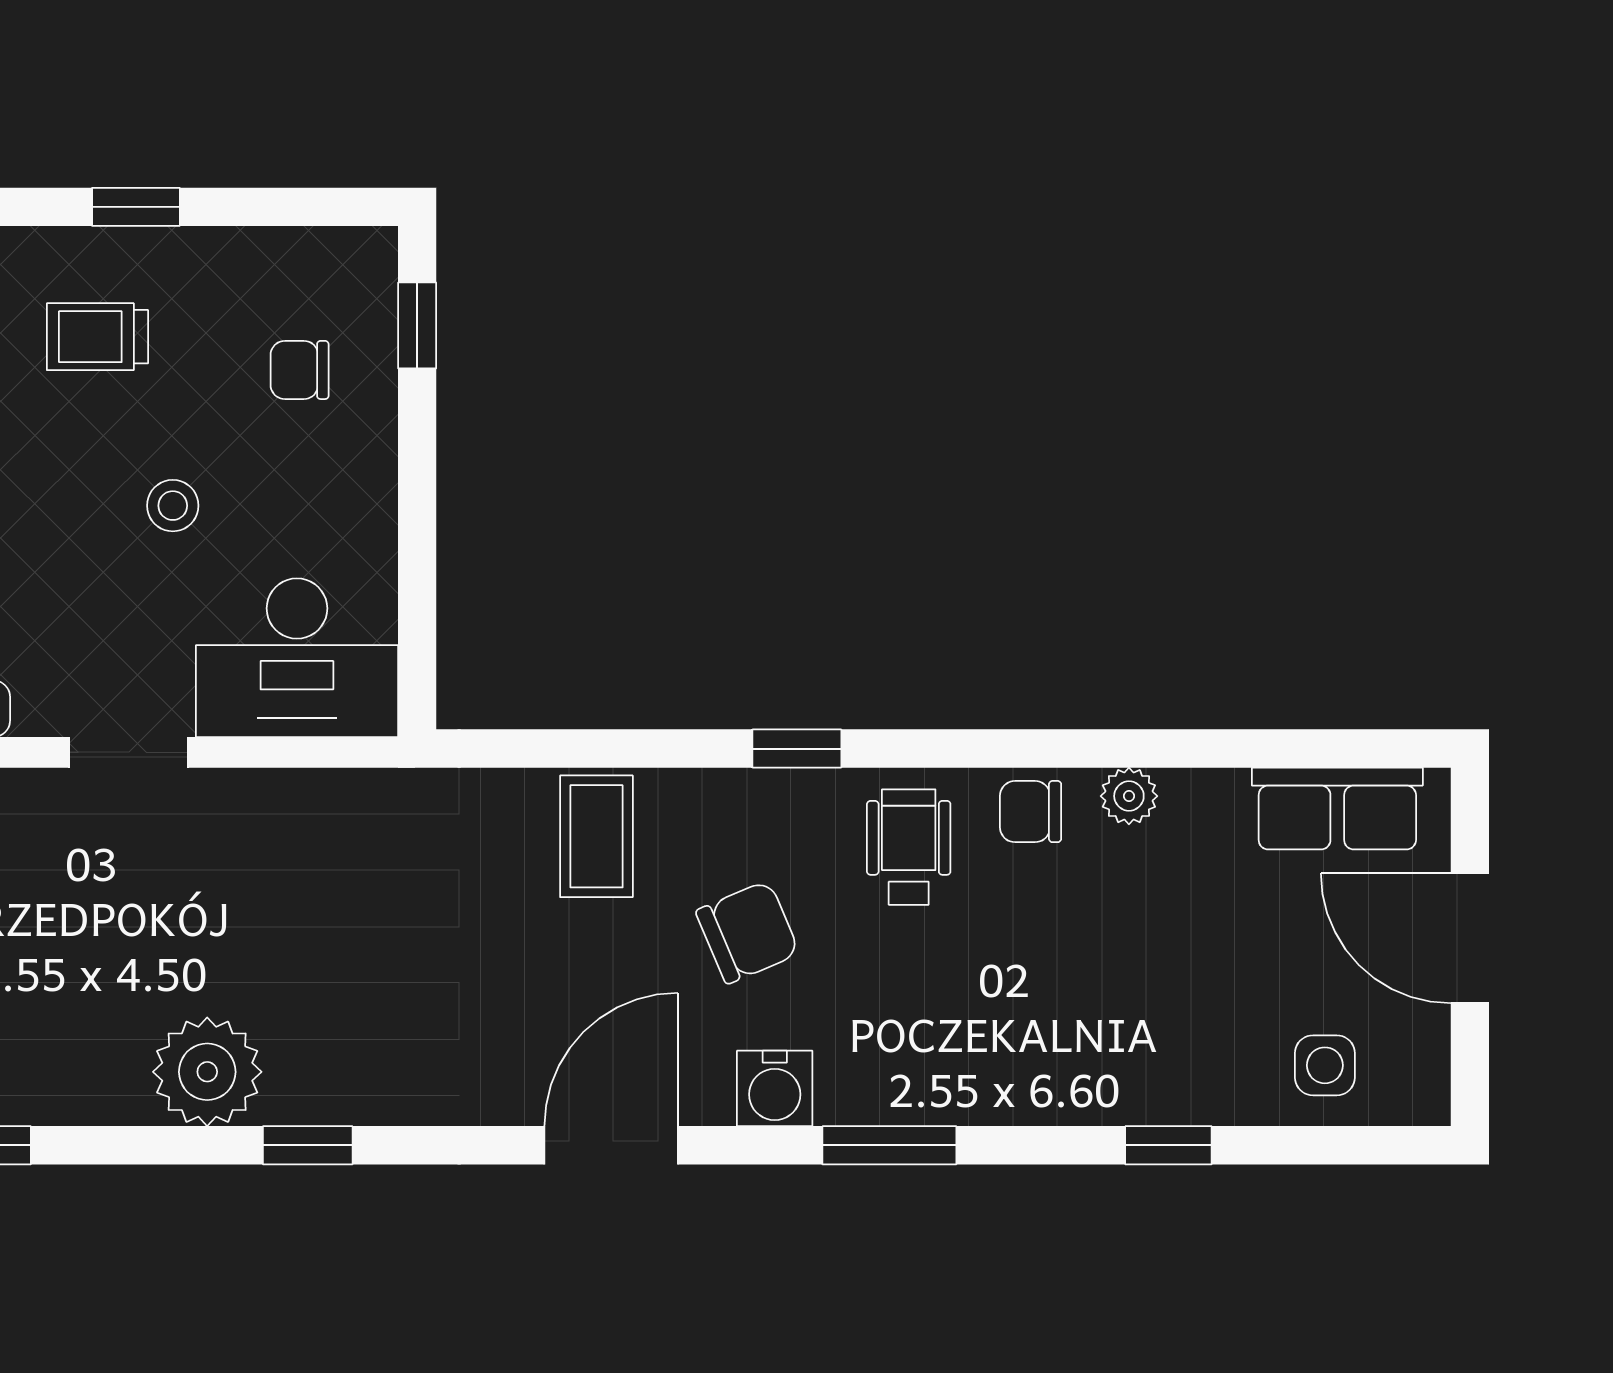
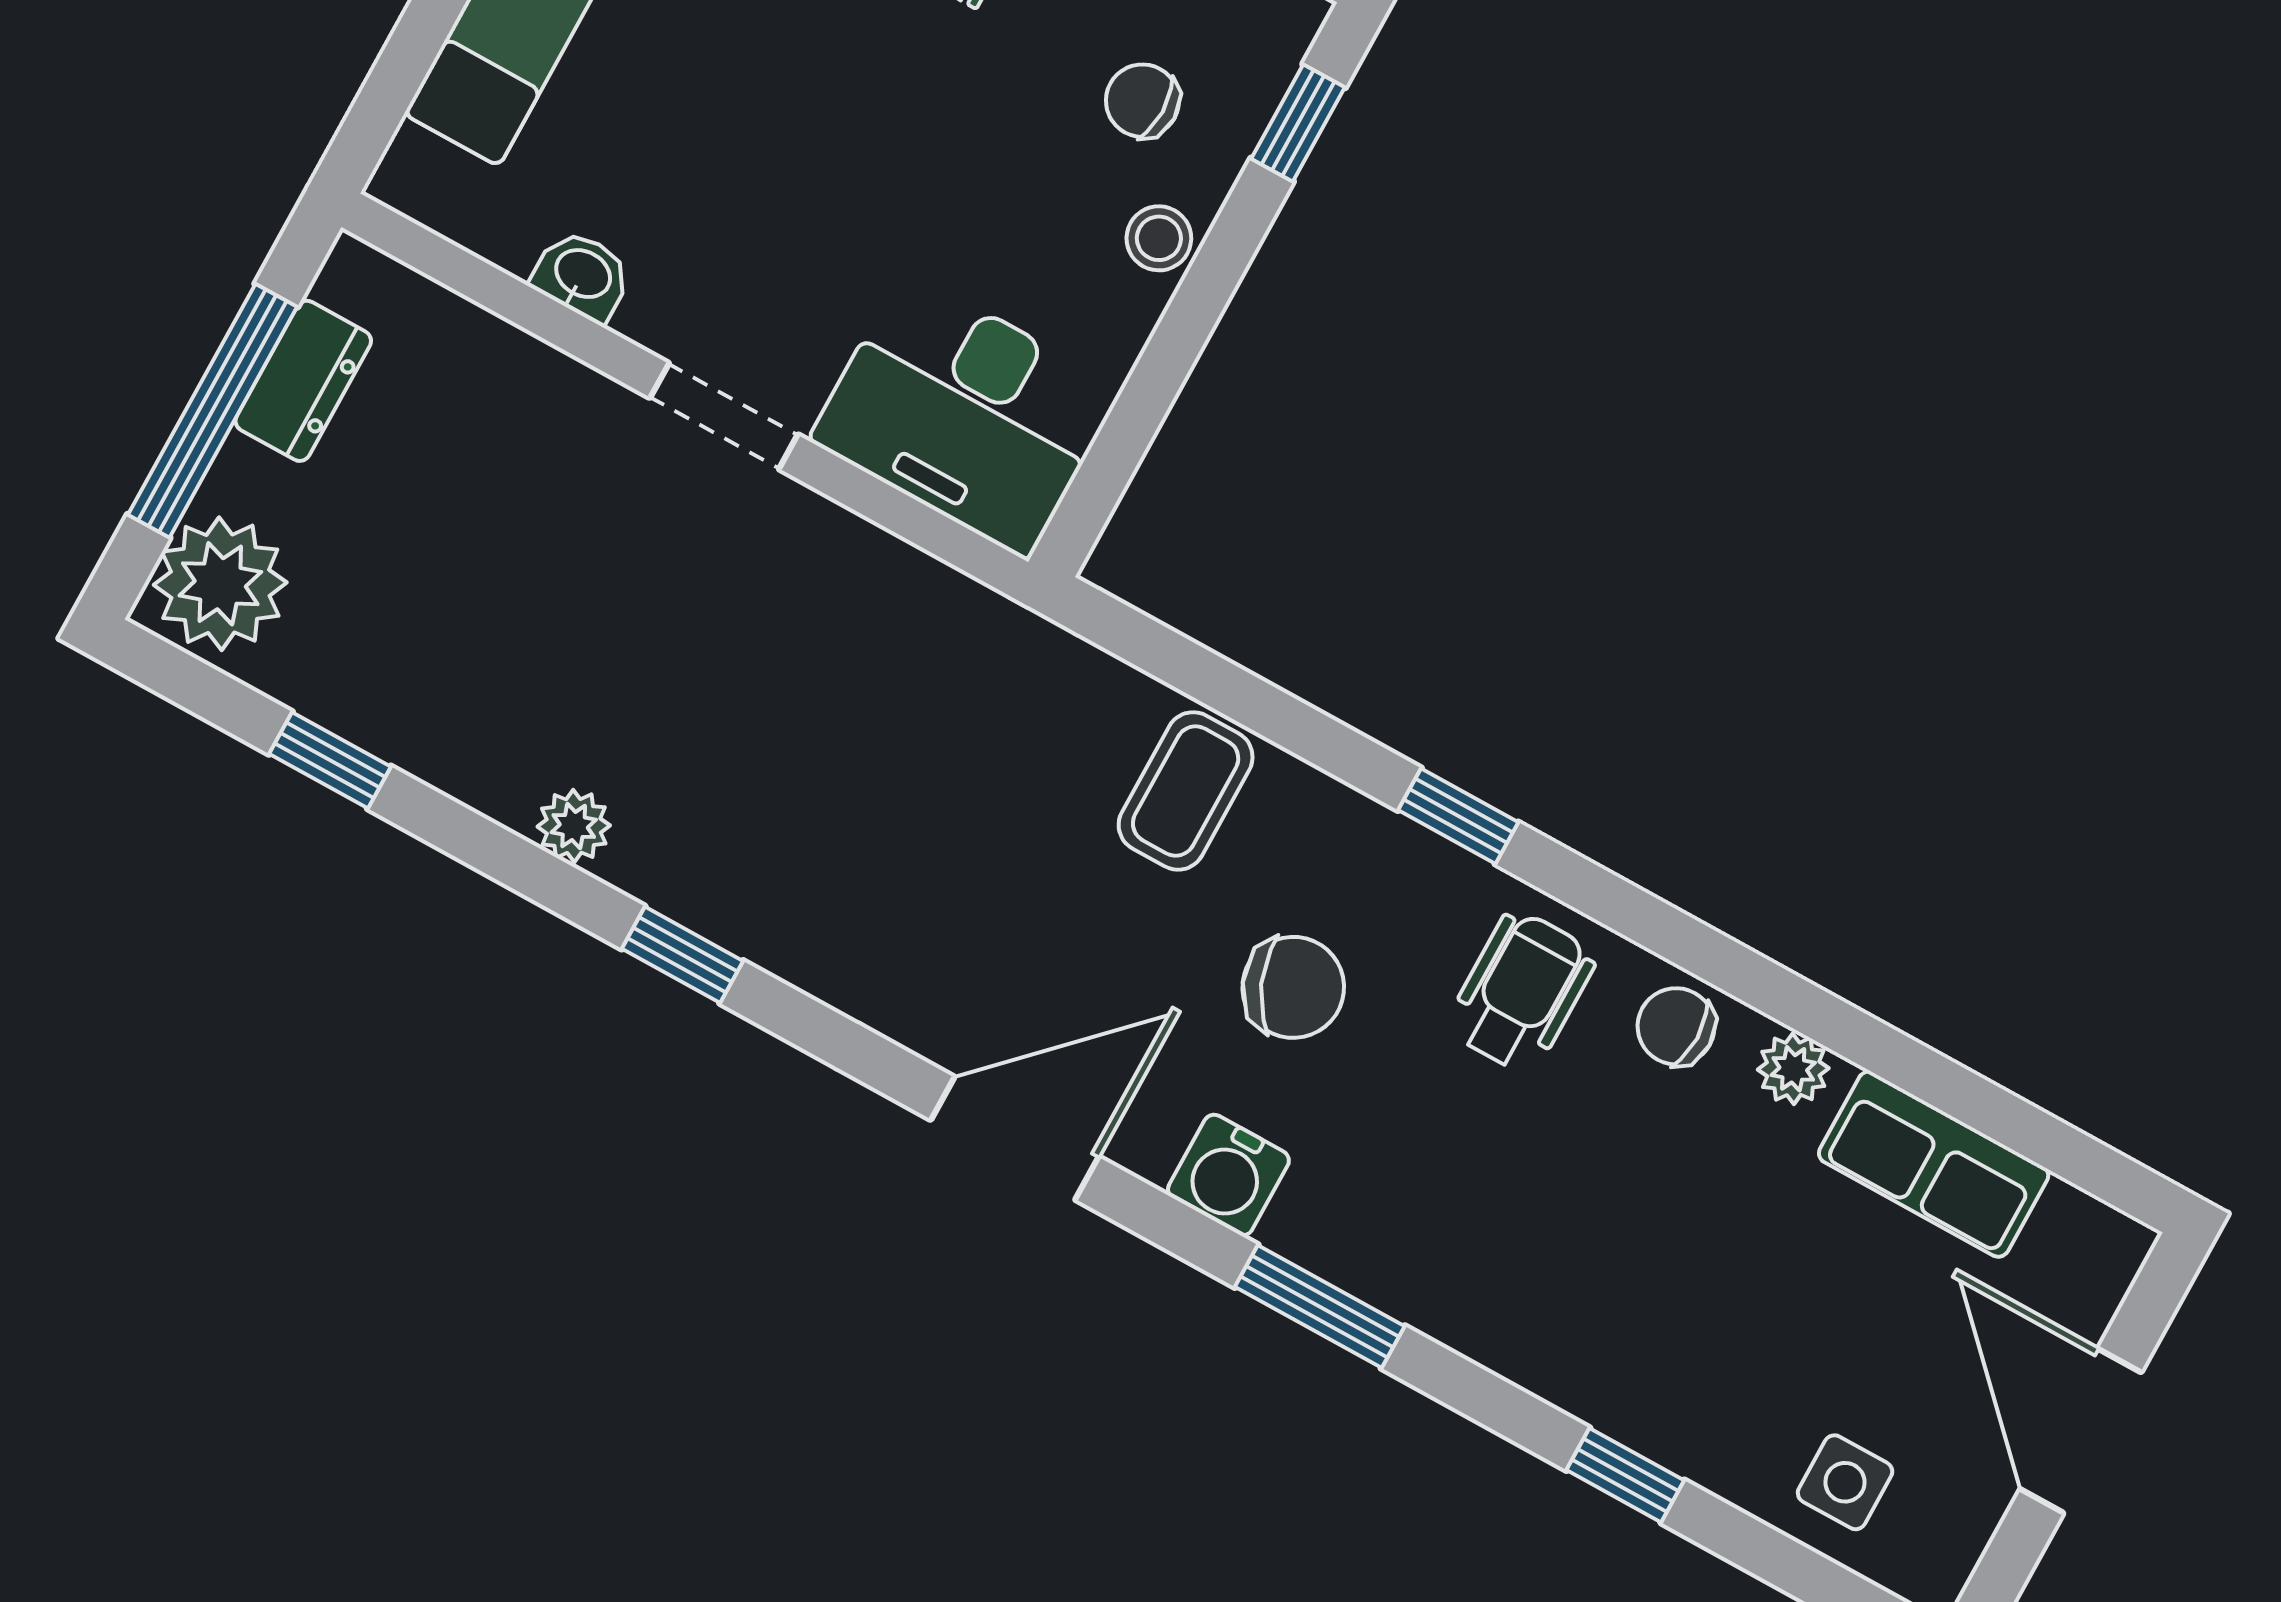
stool: (173, 506) -> (1159, 238), moved
row of seats: (1337, 809) -> (1934, 1164), moved
plant: (207, 1072) -> (574, 826), width x0.53, depth x0.53

